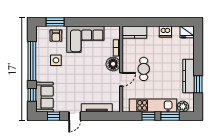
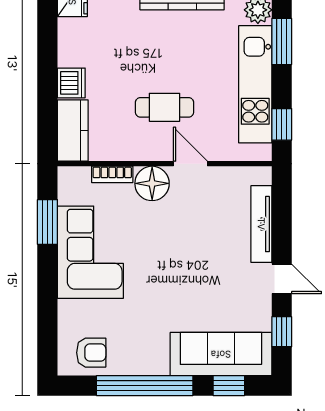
window: (55, 22) -> (47, 222), moved
dishwasher: (165, 31) -> (71, 83), moved
armchair: (56, 36) -> (91, 353), moved
side table: (56, 60) -> (143, 326), removed
sofa: (45, 97) -> (221, 354), width x1.36
window: (148, 116) -> (282, 124), moved

